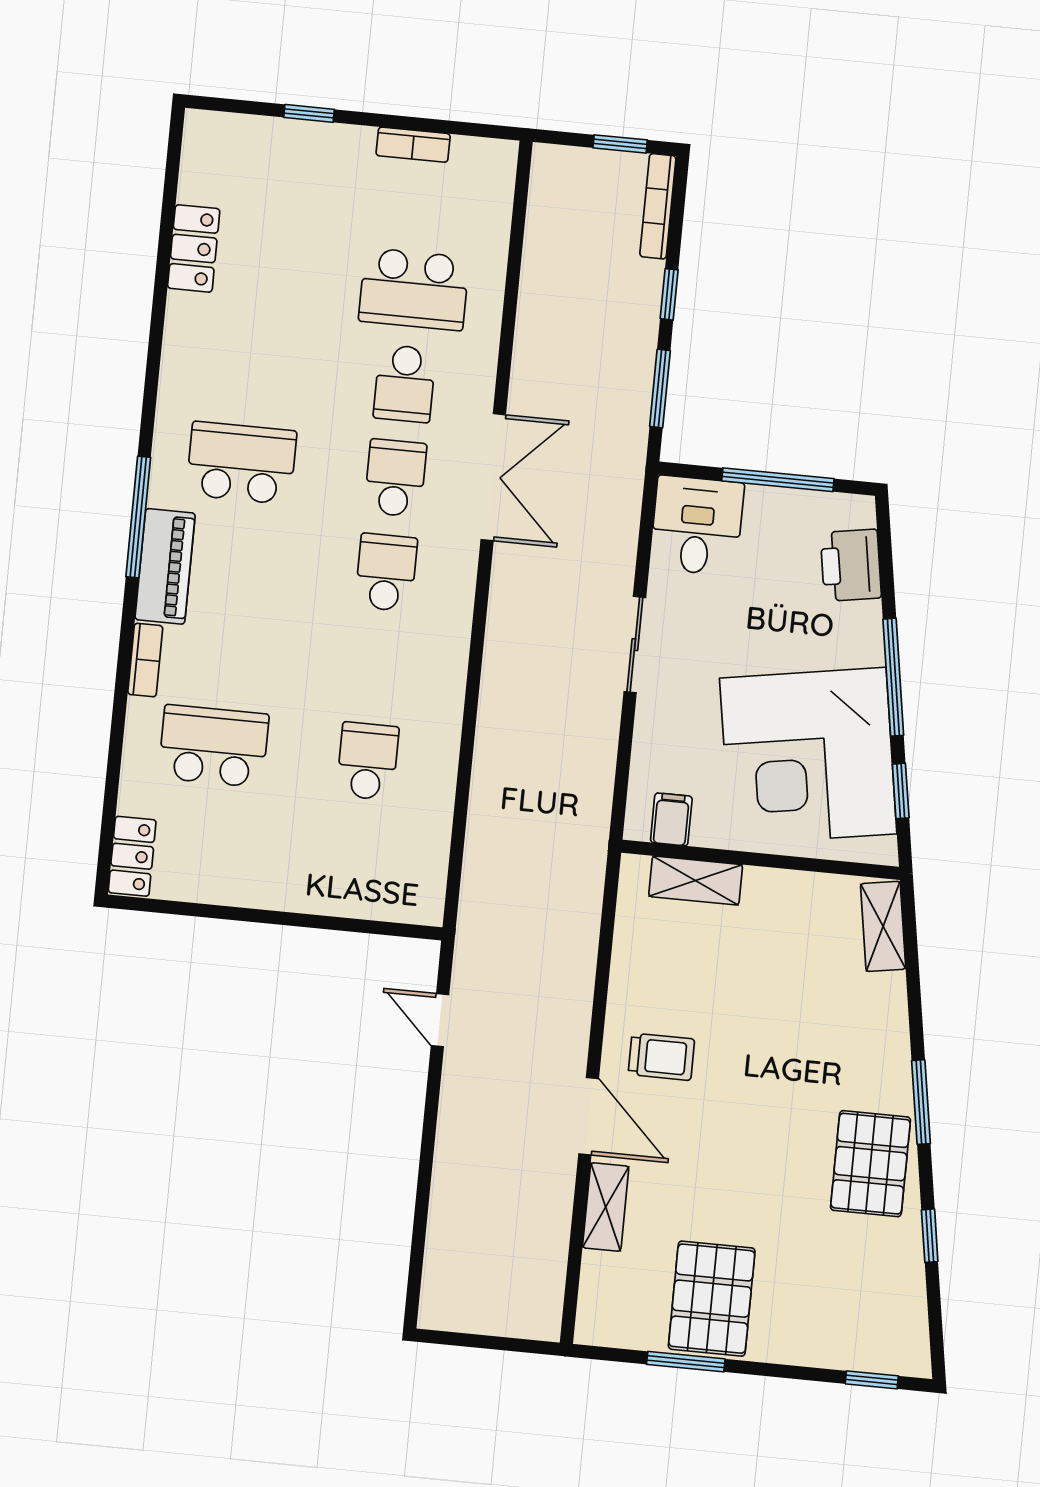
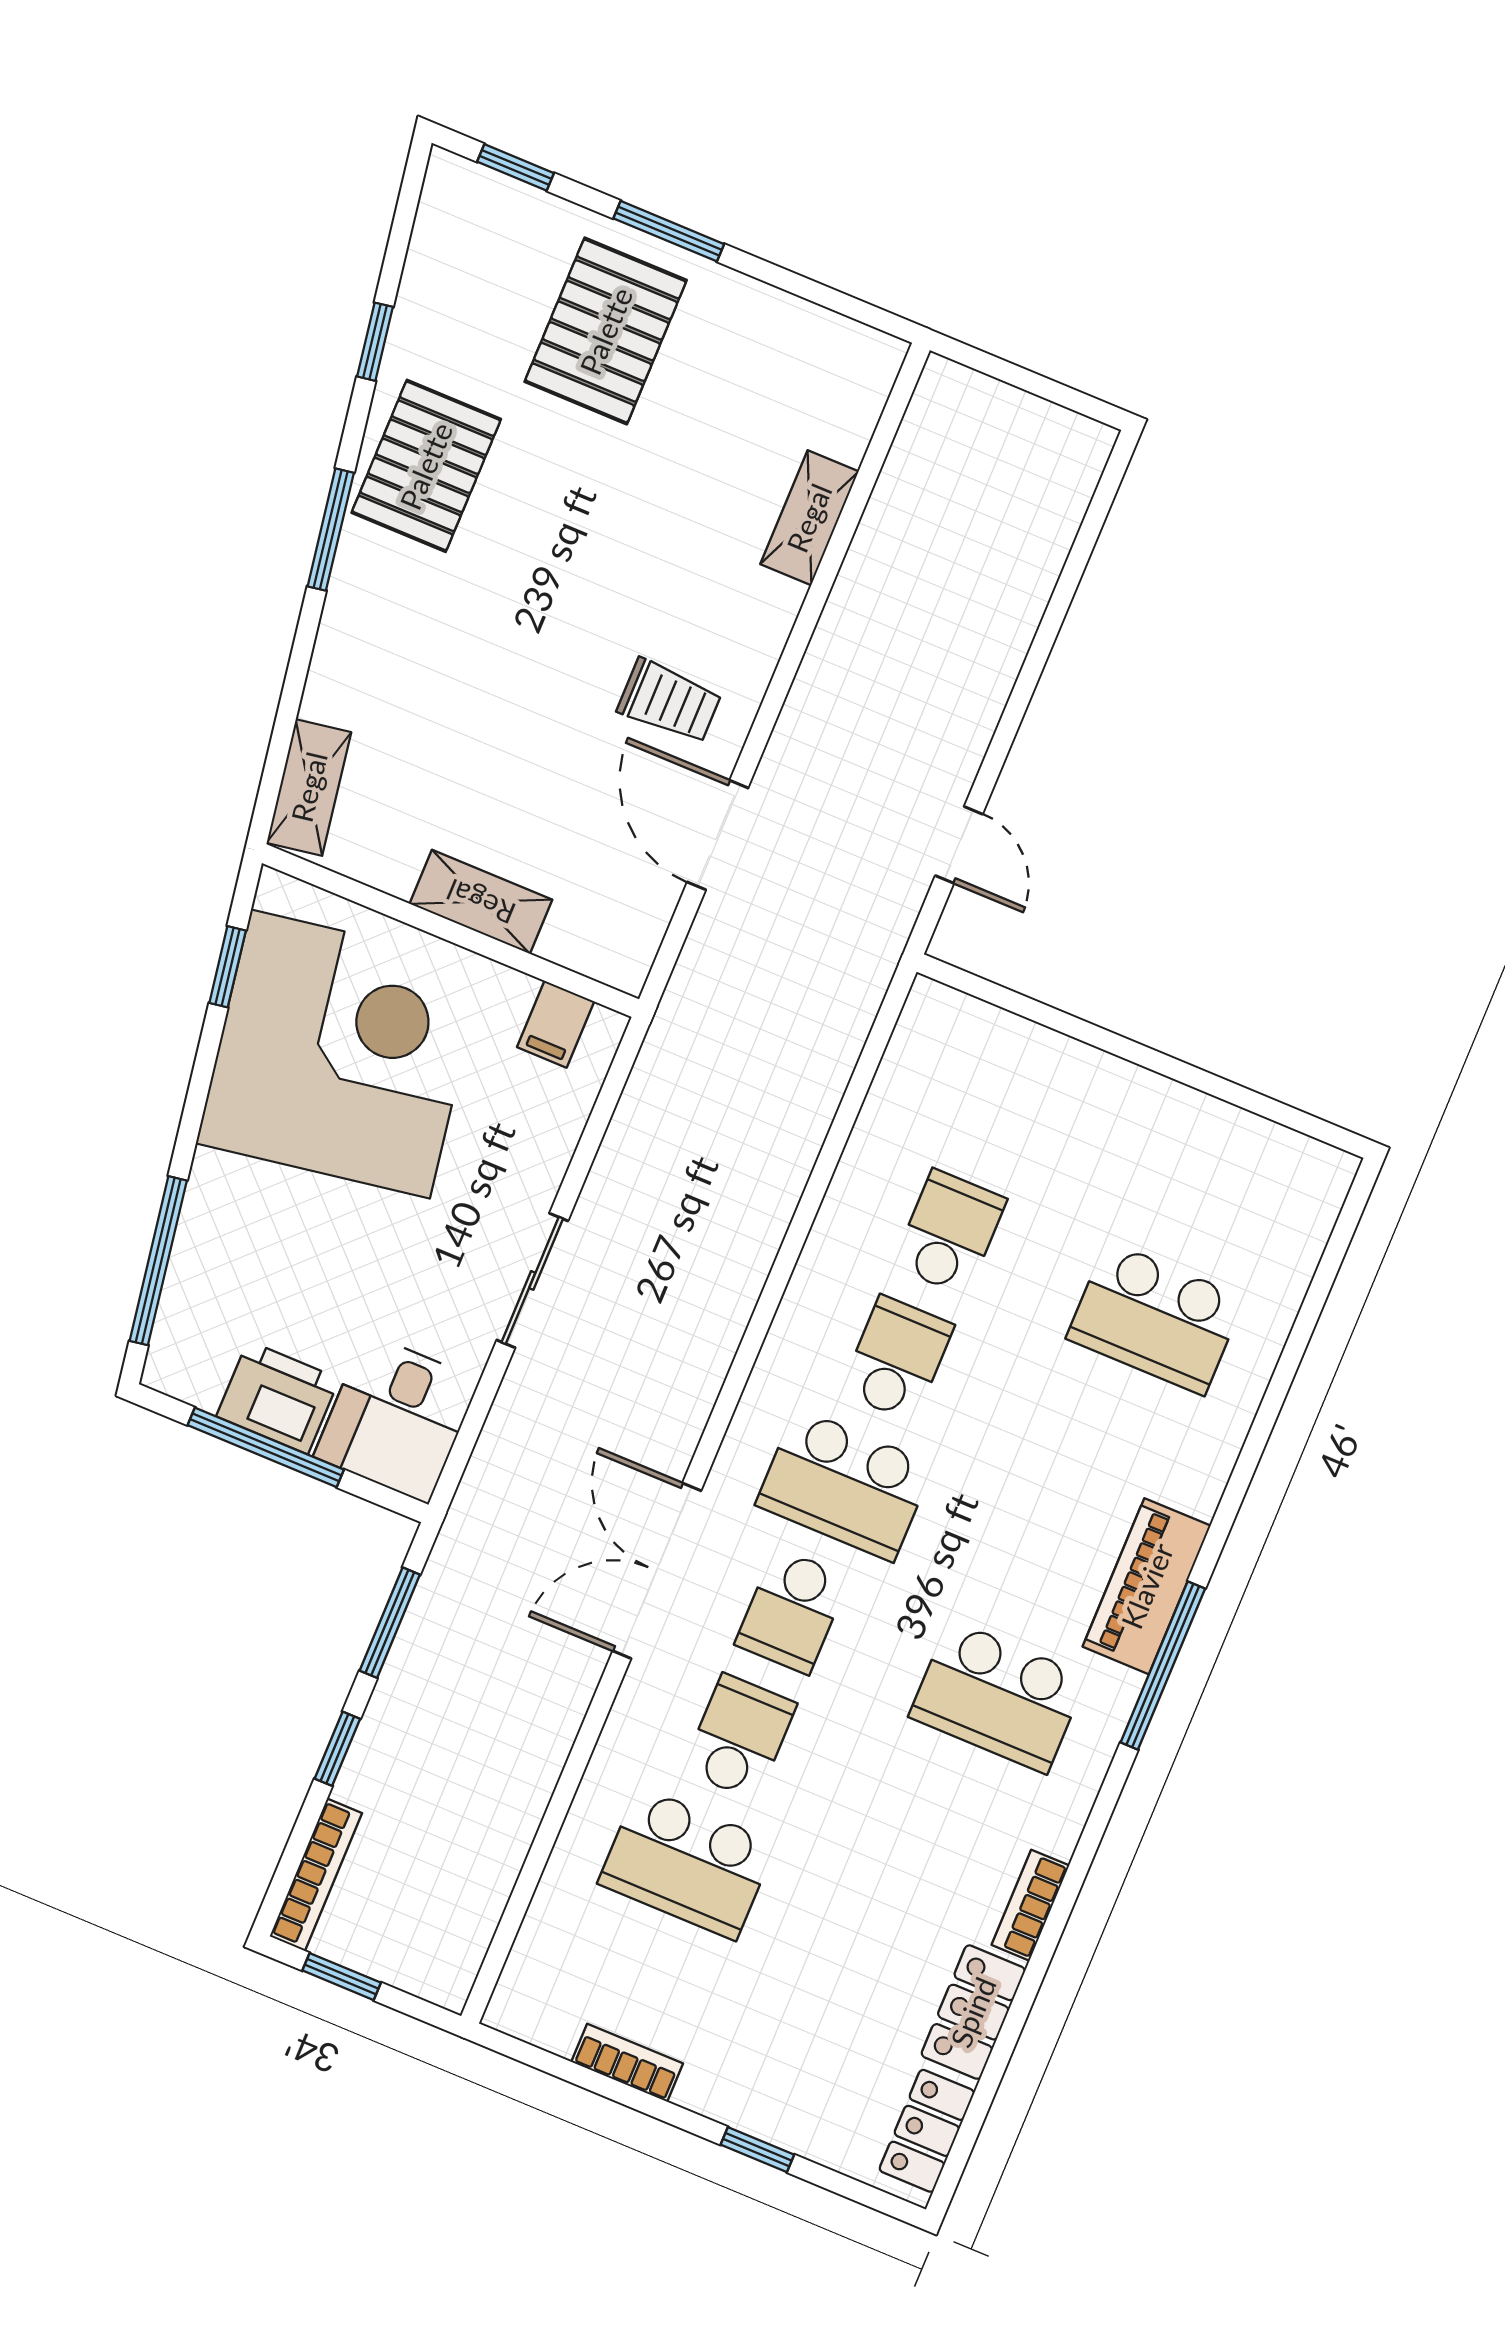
school desk: (414, 289) -> (687, 1863), turned 180
printer: (851, 565) -> (278, 1398), moved, turned -81
school desk: (386, 572) -> (845, 1485), width x1.85
bookcase: (145, 660) -> (1030, 1905), moved
school desk: (377, 667) -> (897, 1359), added
window: (893, 677) -> (158, 1261), moved
school desk: (368, 761) -> (950, 1232), turned 180
locker: (132, 856) -> (927, 2131), moved
shelving: (696, 881) -> (481, 902), moved
trolley: (661, 1057) -> (669, 701), turned 180
door: (589, 1116) -> (718, 835), moved
pallet: (712, 1299) -> (606, 331), moved
window: (686, 1362) -> (669, 231), moved

